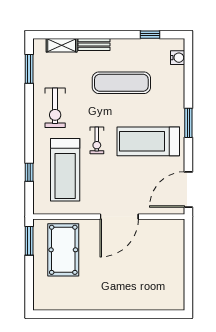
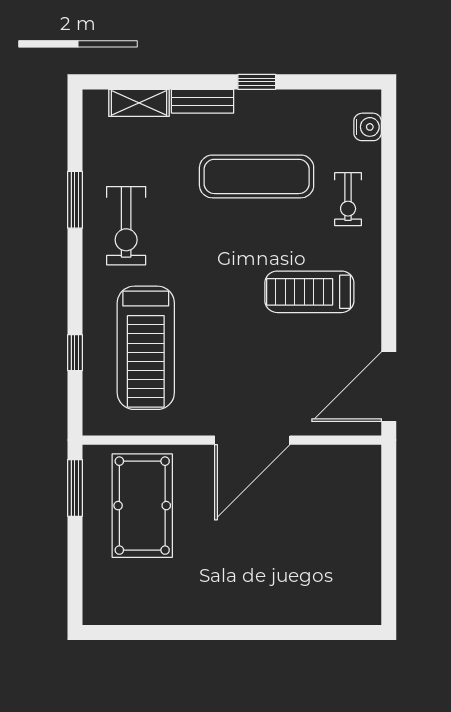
window: (150, 35) -> (257, 82), moved
window: (29, 69) -> (75, 200), moved
window: (188, 123) -> (389, 255), removed
exercise bike: (97, 140) -> (348, 199), moved
treadmill: (148, 141) -> (309, 292), width x0.73, depth x0.73

